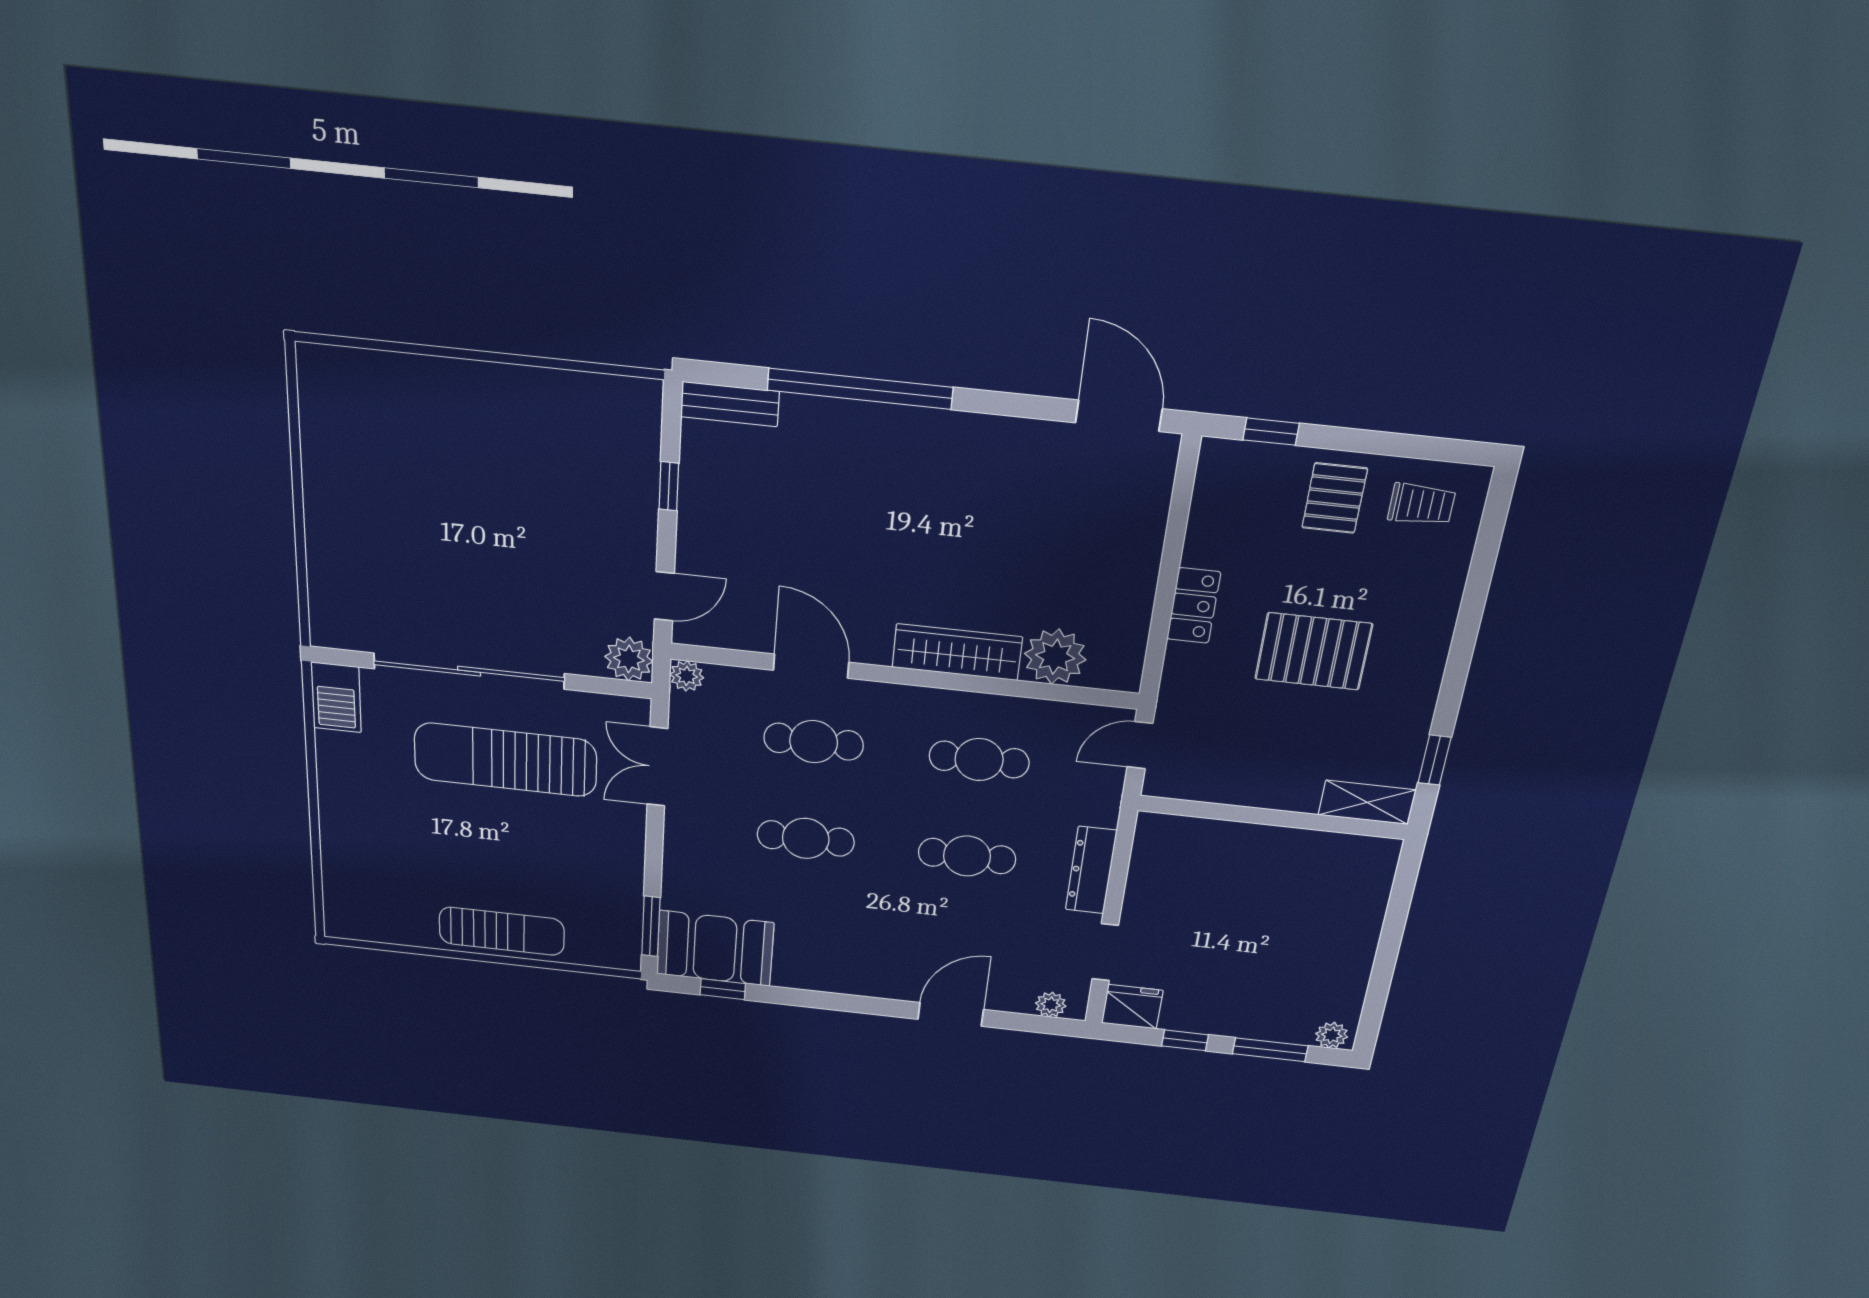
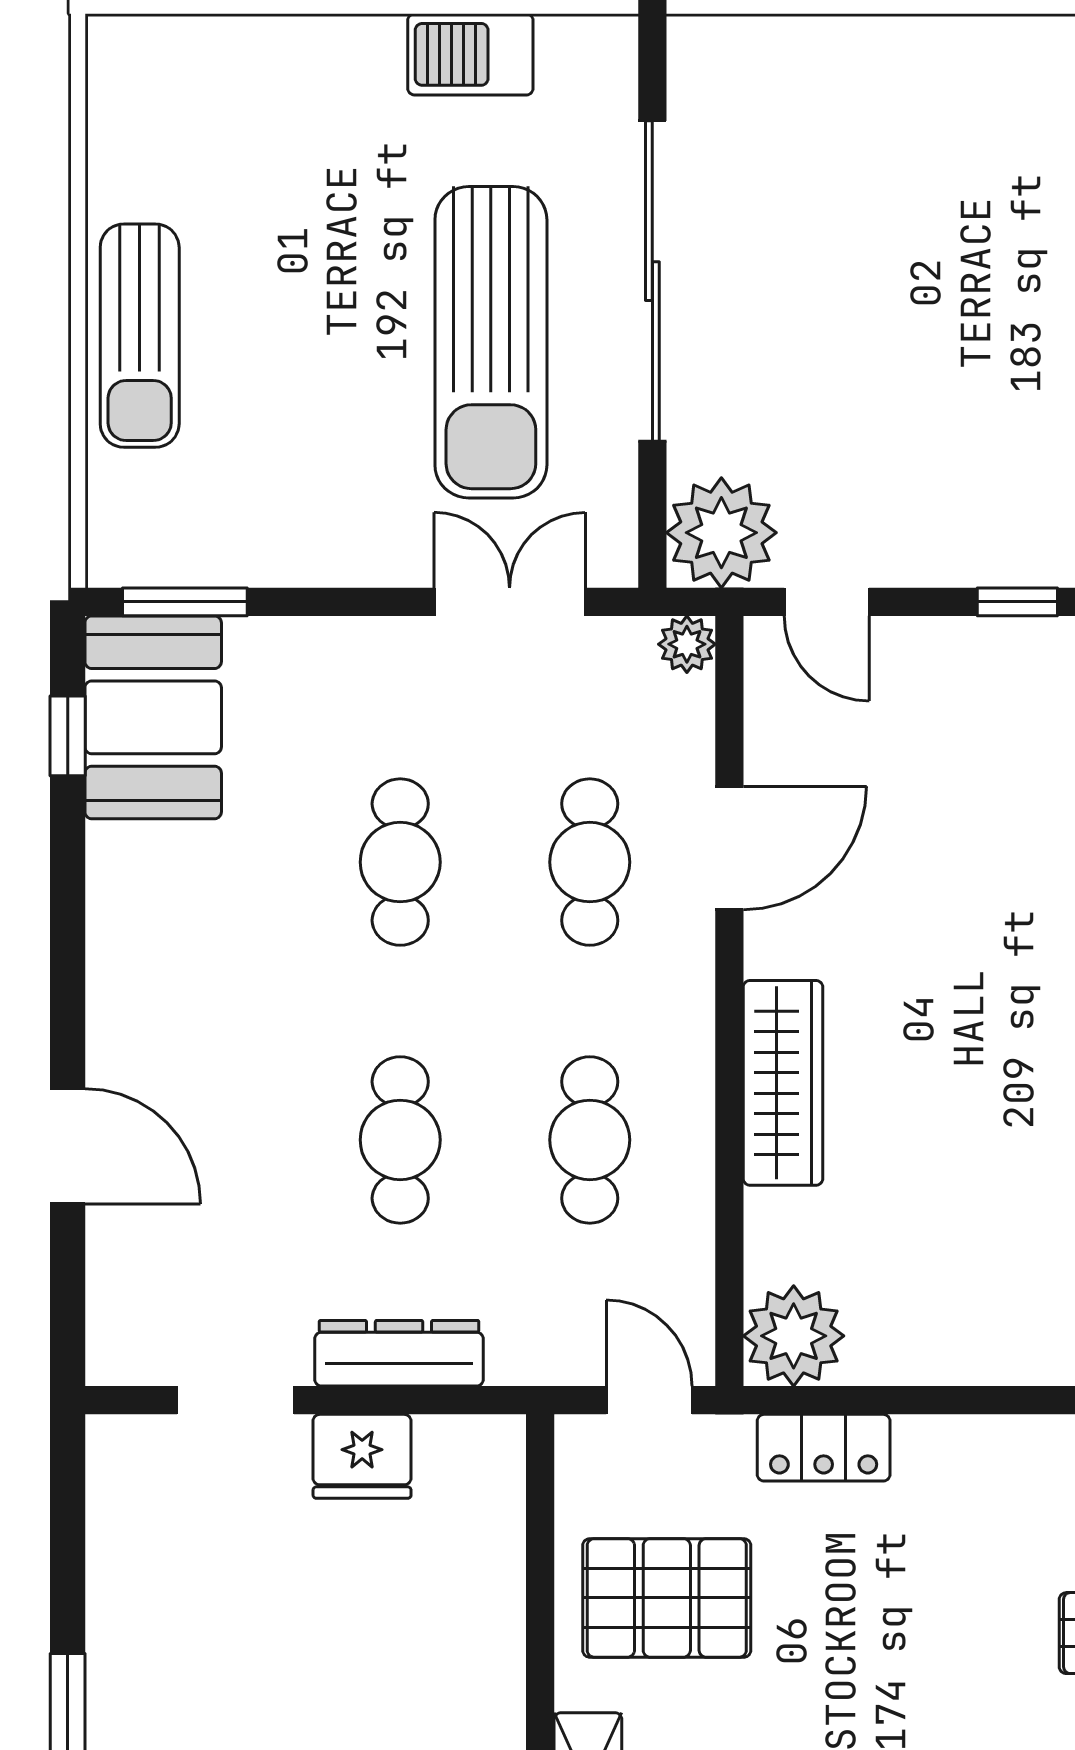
locker: (1194, 606) -> (824, 1448), moved
pallet: (1313, 651) -> (667, 1598), moved, turned 90
plant: (1055, 657) -> (794, 1336), moved
plant: (629, 659) -> (721, 533), width x1.36, depth x1.36
barbecue: (336, 697) -> (470, 54), moved
sun lounger: (505, 760) -> (491, 342), turned 180
plant: (1051, 1005) -> (112, 1320), removed
fridge: (1132, 1007) -> (362, 1456), moved, turned 90
window: (1185, 1040) -> (68, 1566), removed

